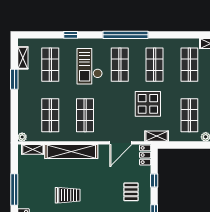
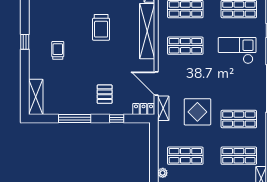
shop shelf: (120, 65) -> (239, 82), removed
shelving: (157, 136) -> (163, 108), moved
pallet: (131, 192) -> (105, 94), turned 90

